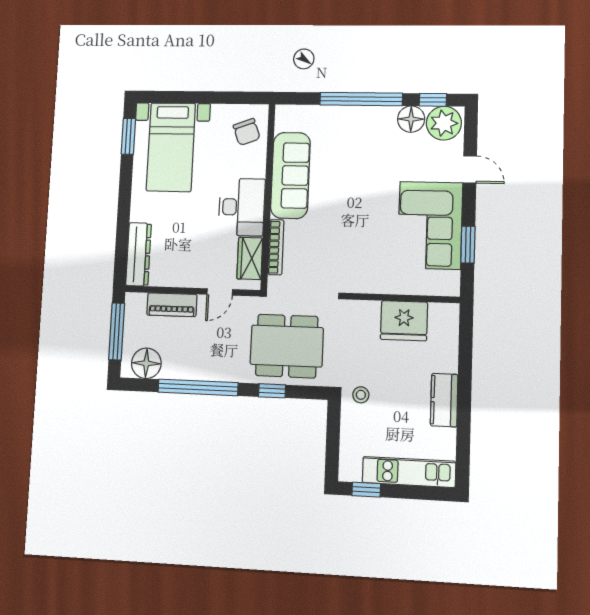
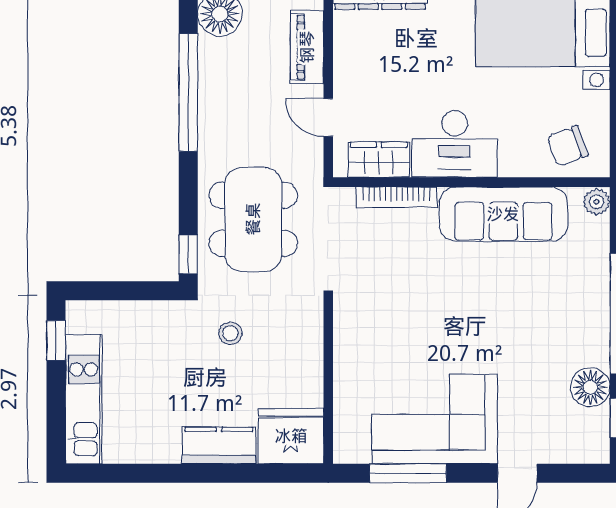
plant: (444, 123) -> (597, 202), moved, width x0.53, depth x0.53
window: (468, 245) -> (408, 473), width x1.44
fridge: (404, 321) -> (291, 436), moved, turned 90
window: (272, 391) -> (188, 254), moved
stool: (361, 395) -> (230, 333), moved
kitchen counter: (444, 400) -> (219, 445), moved

